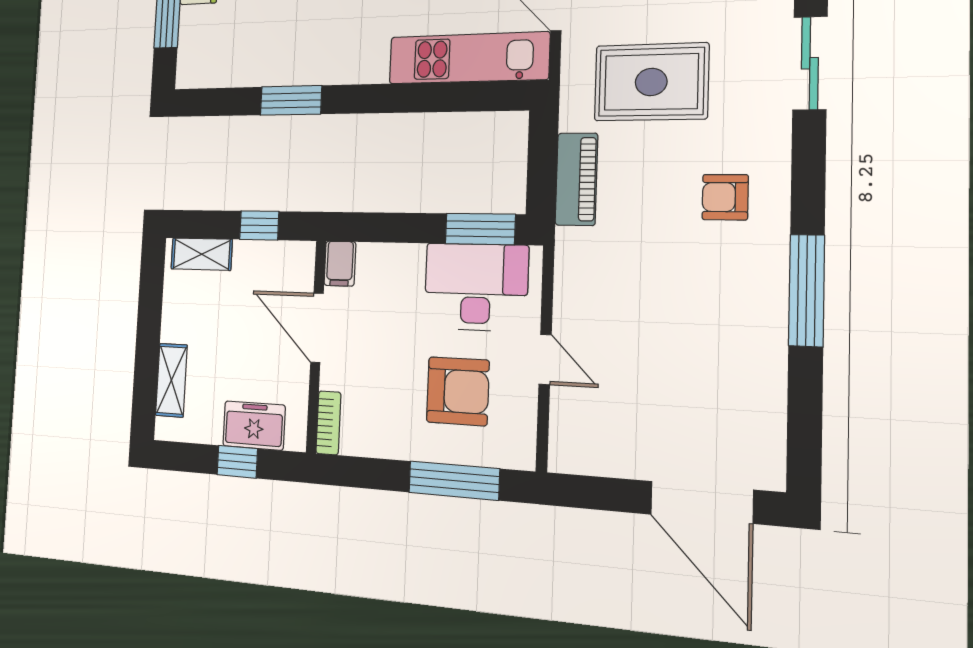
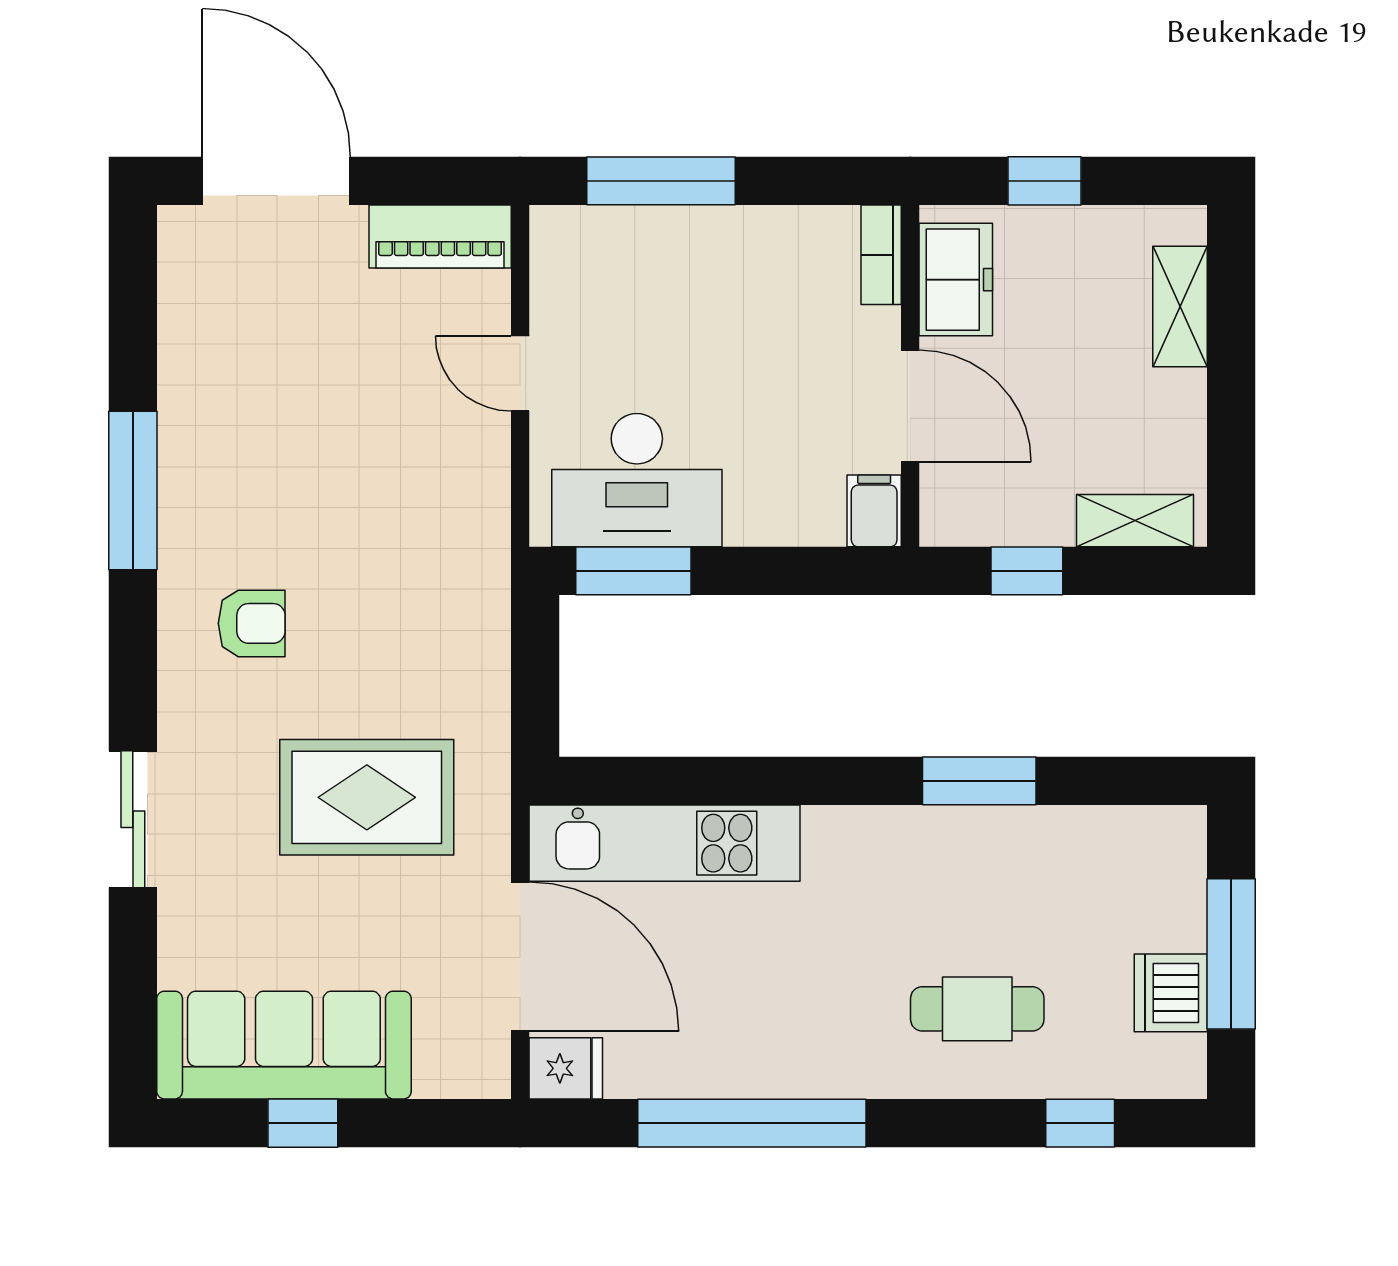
piano: (576, 179) -> (440, 236), moved, turned -90
armchair: (458, 391) -> (660, 318), removed
freezer: (254, 426) -> (956, 280), moved, turned -90

